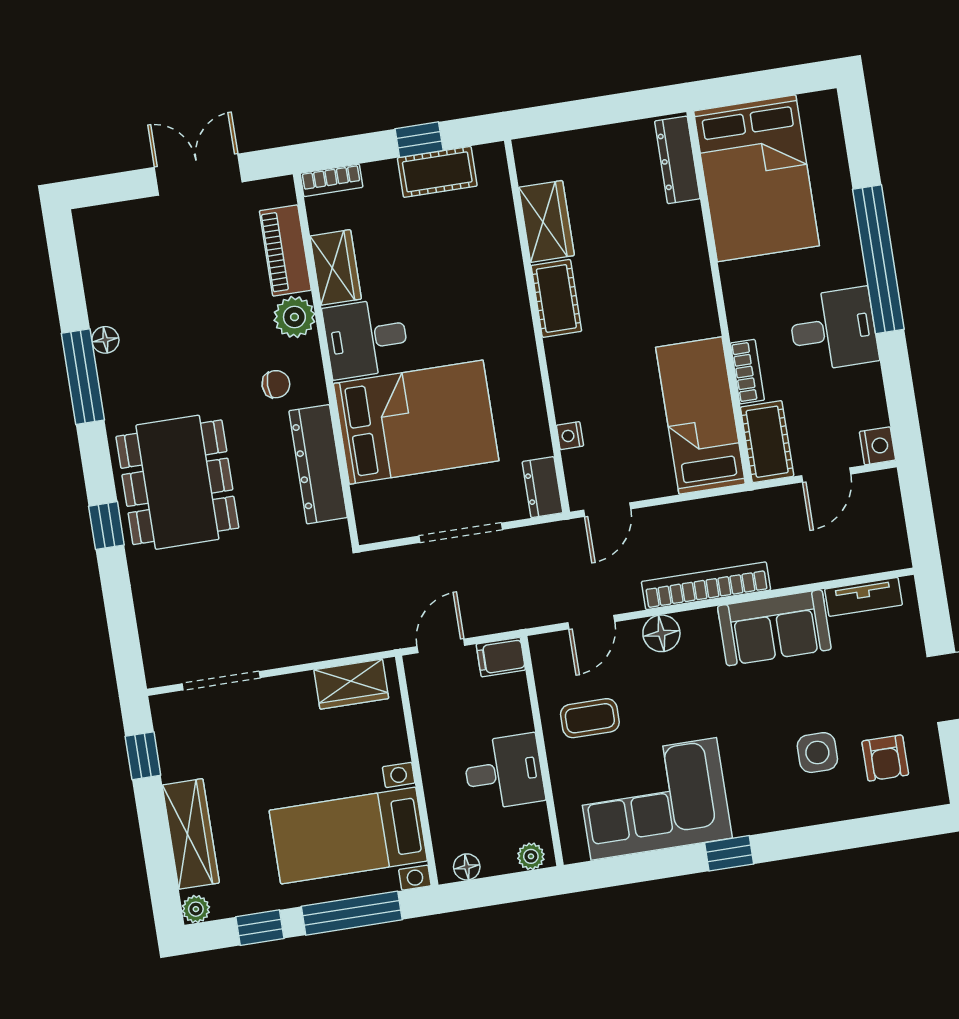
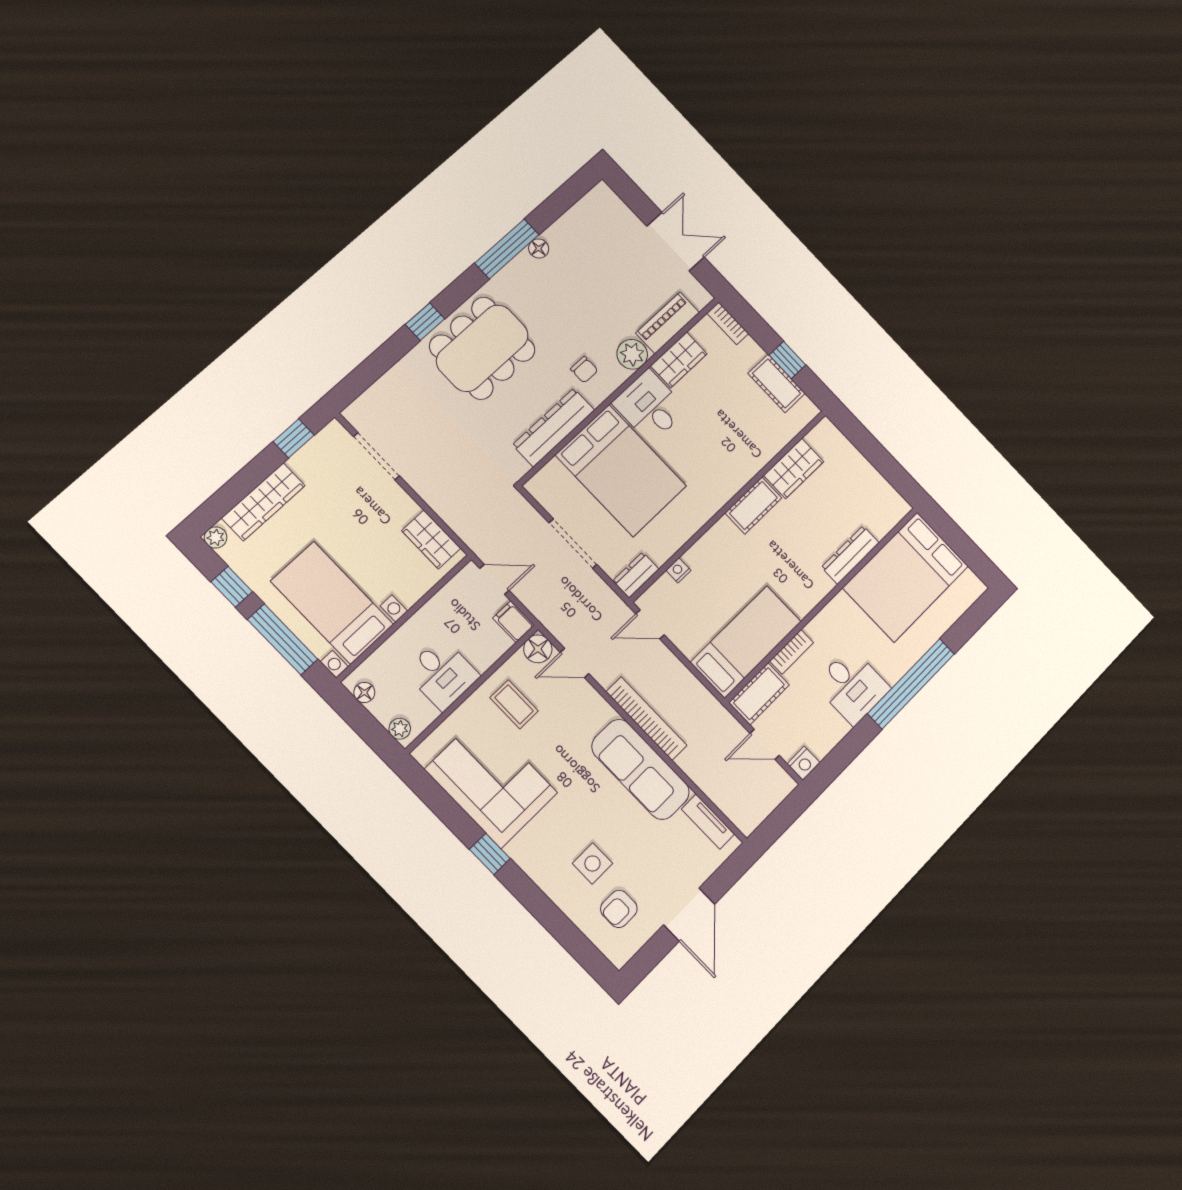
dresser: (677, 160) -> (850, 555), moved
sofa: (774, 628) -> (641, 769), width x1.36
floor lamp: (661, 633) -> (538, 649), moved

